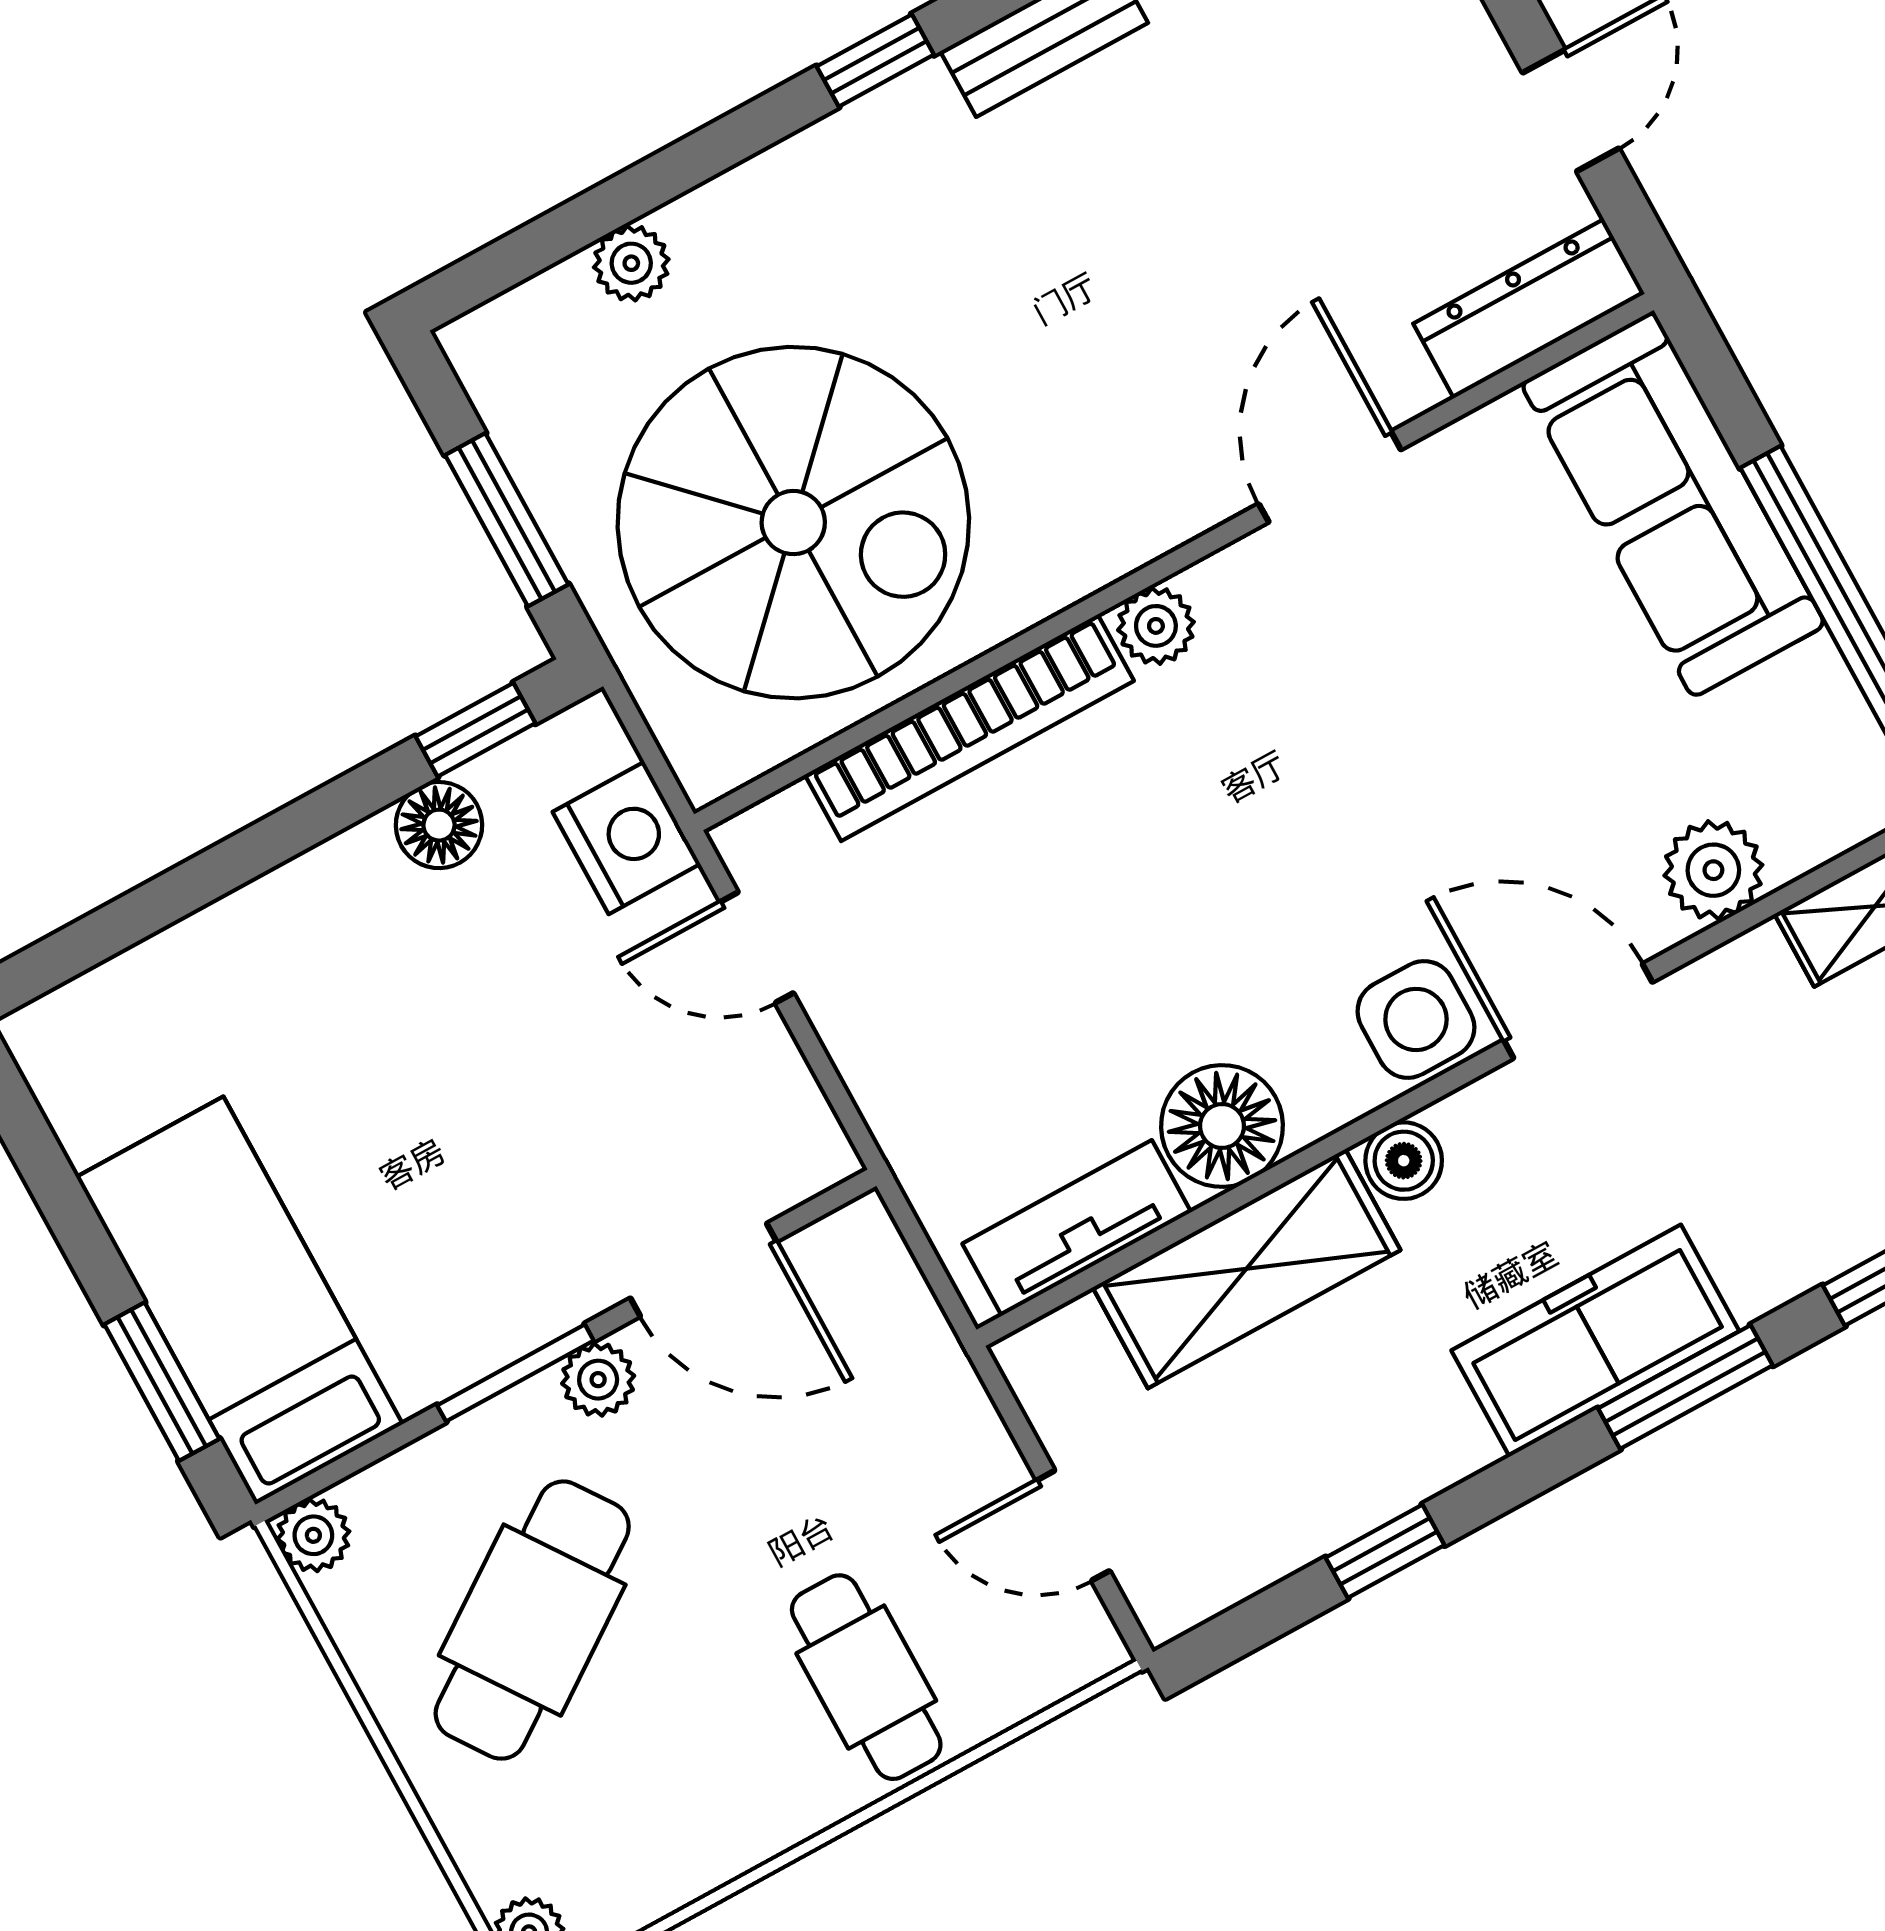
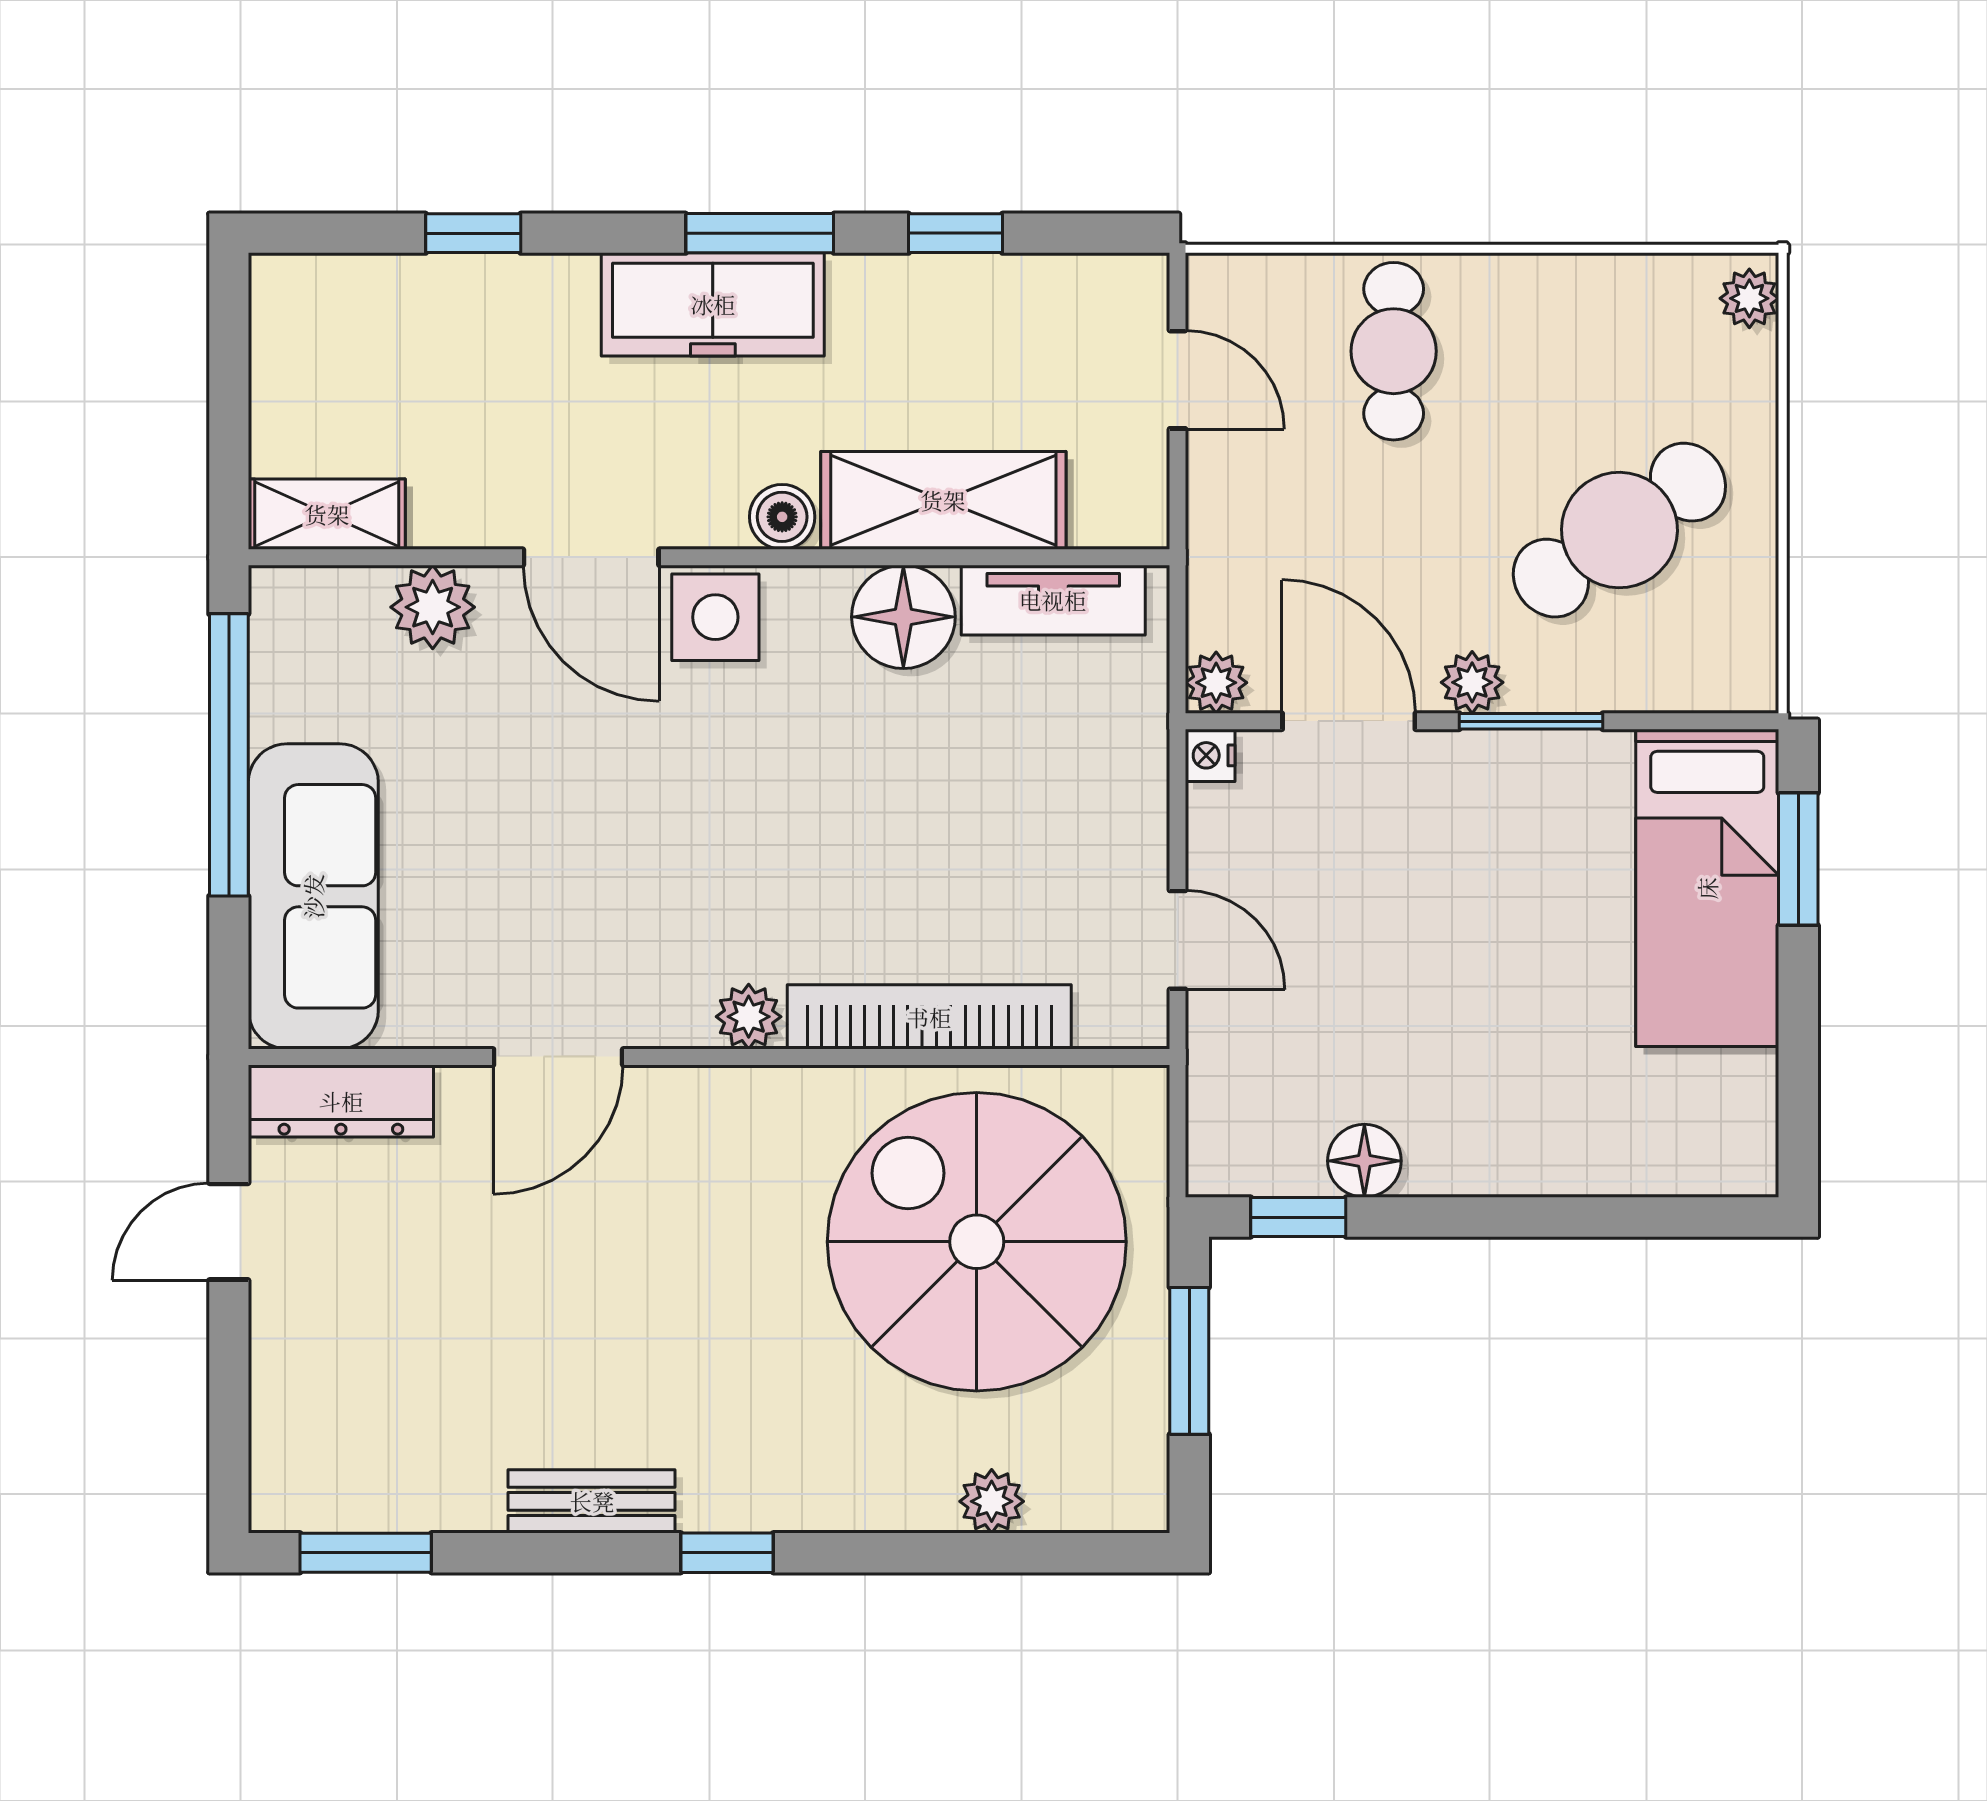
nightstand: (626, 838) -> (1210, 755), moved, width x0.53, depth x0.56
window: (1685, 1387) -> (760, 233), moved
plant: (313, 1535) -> (1216, 683), moved

